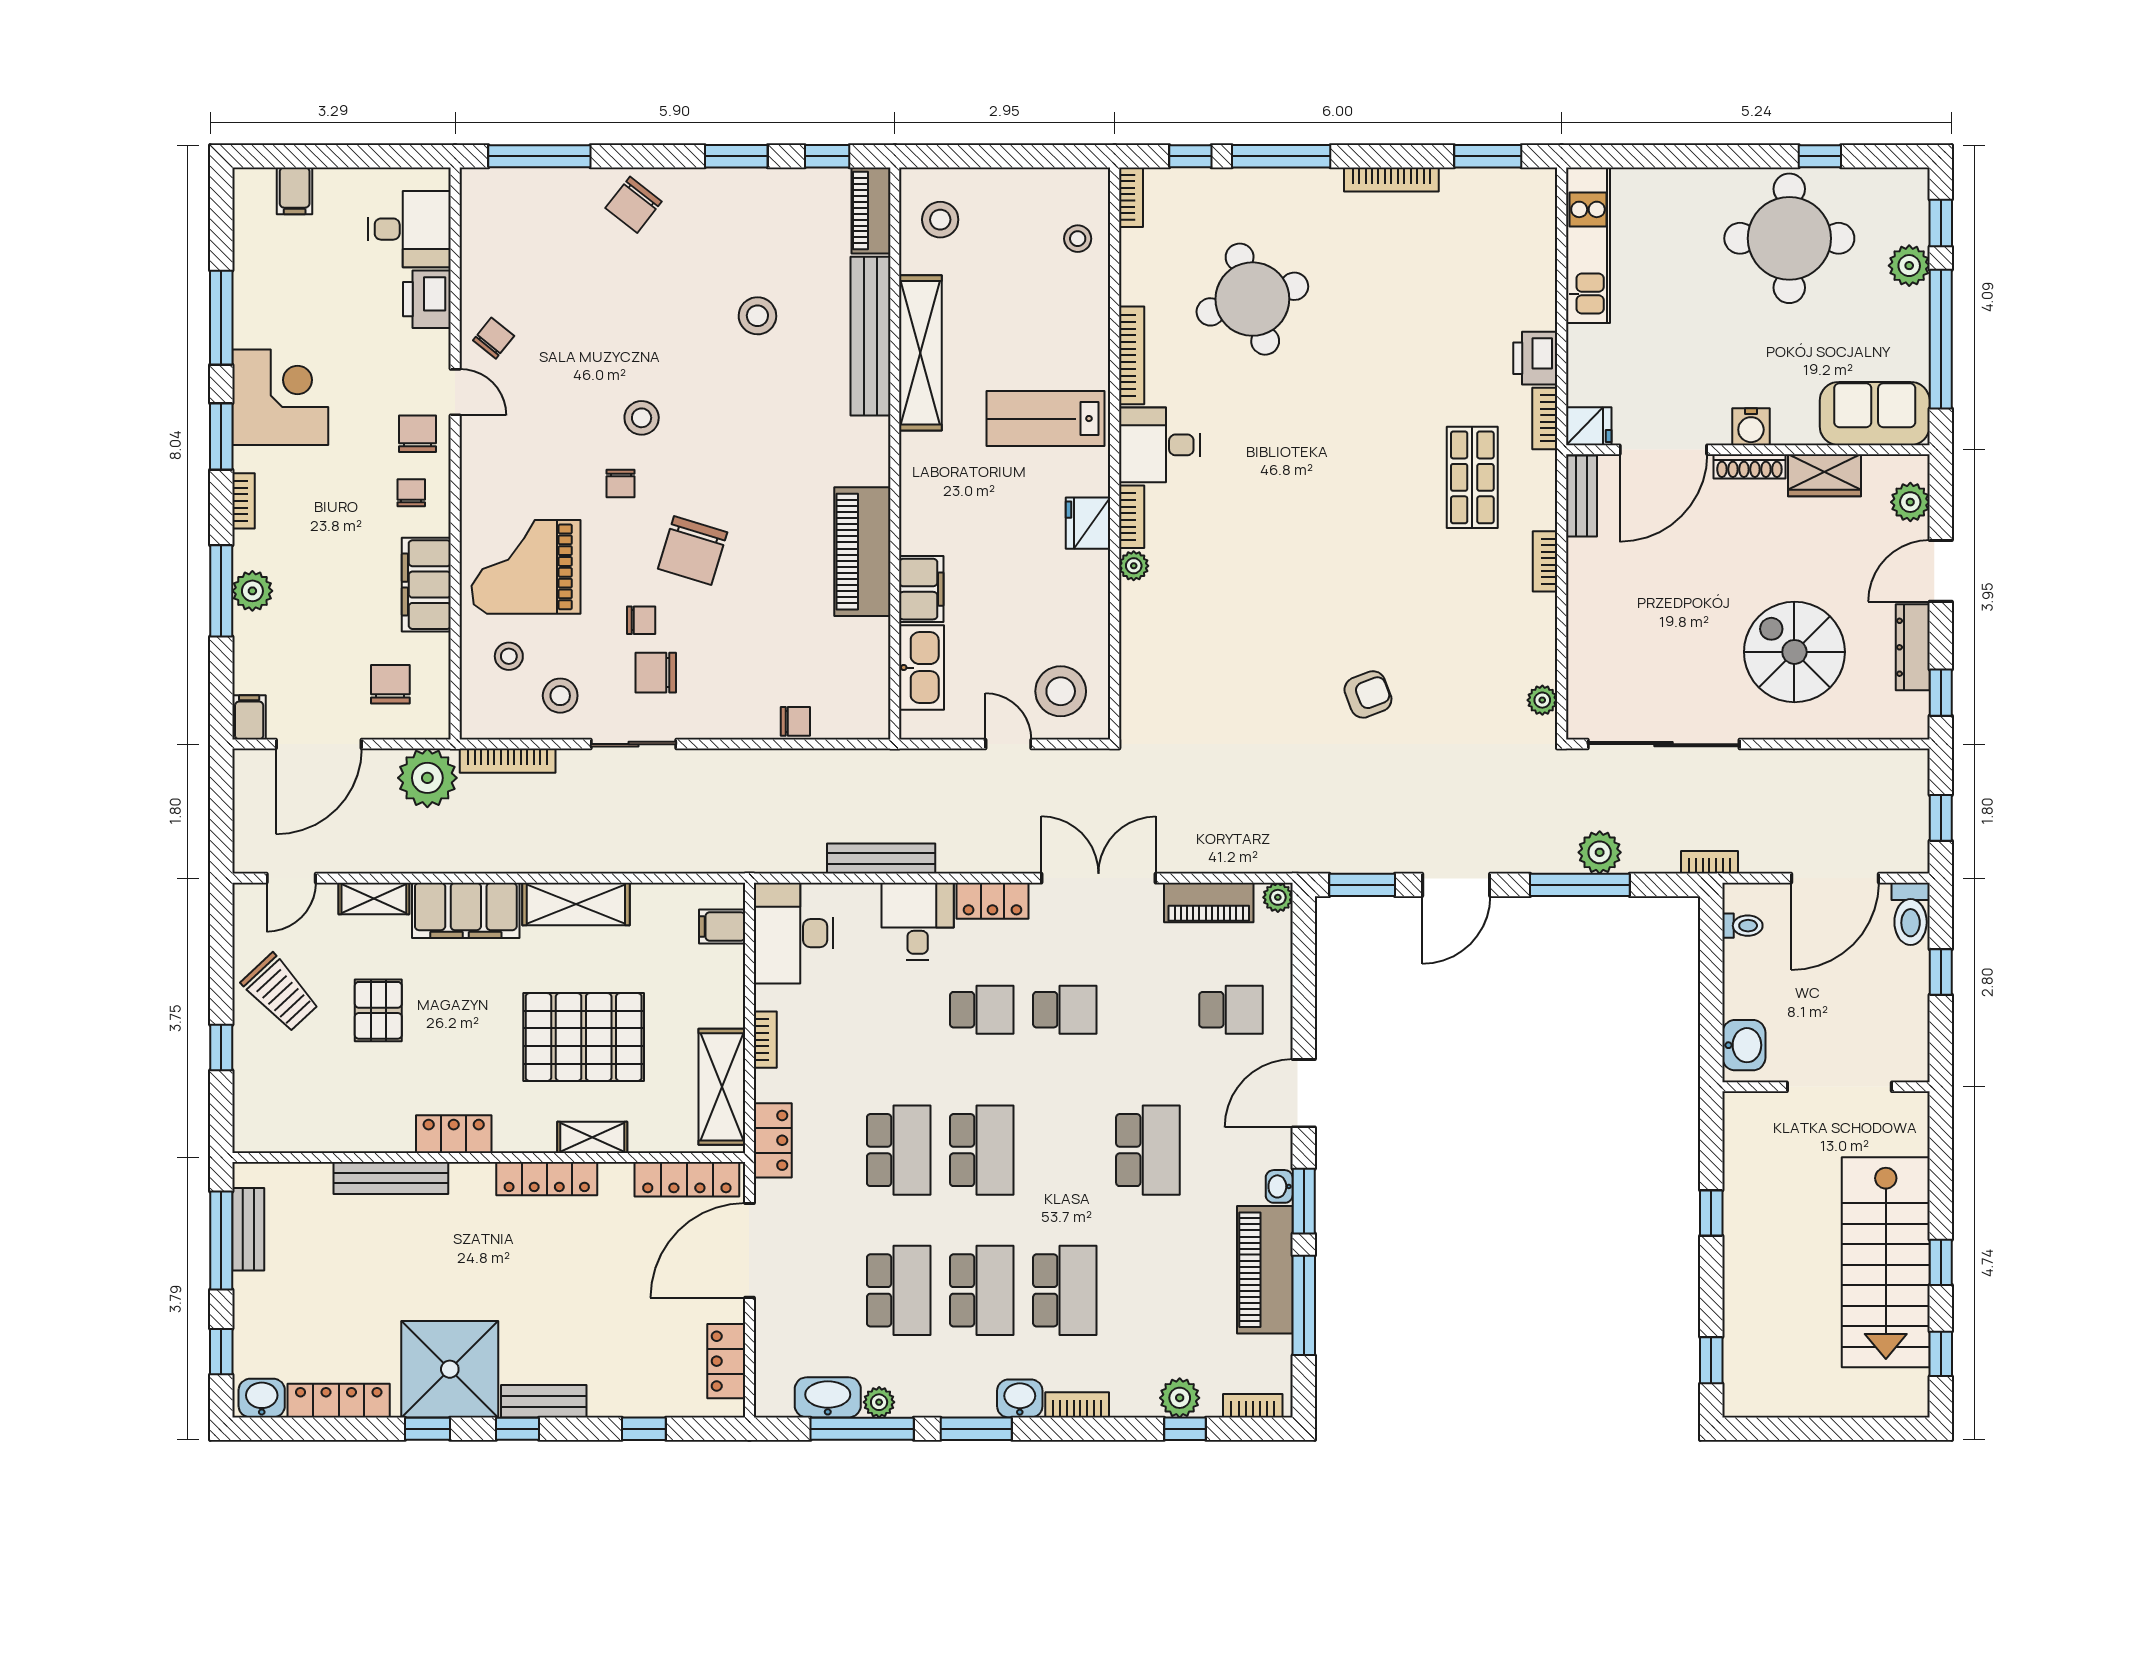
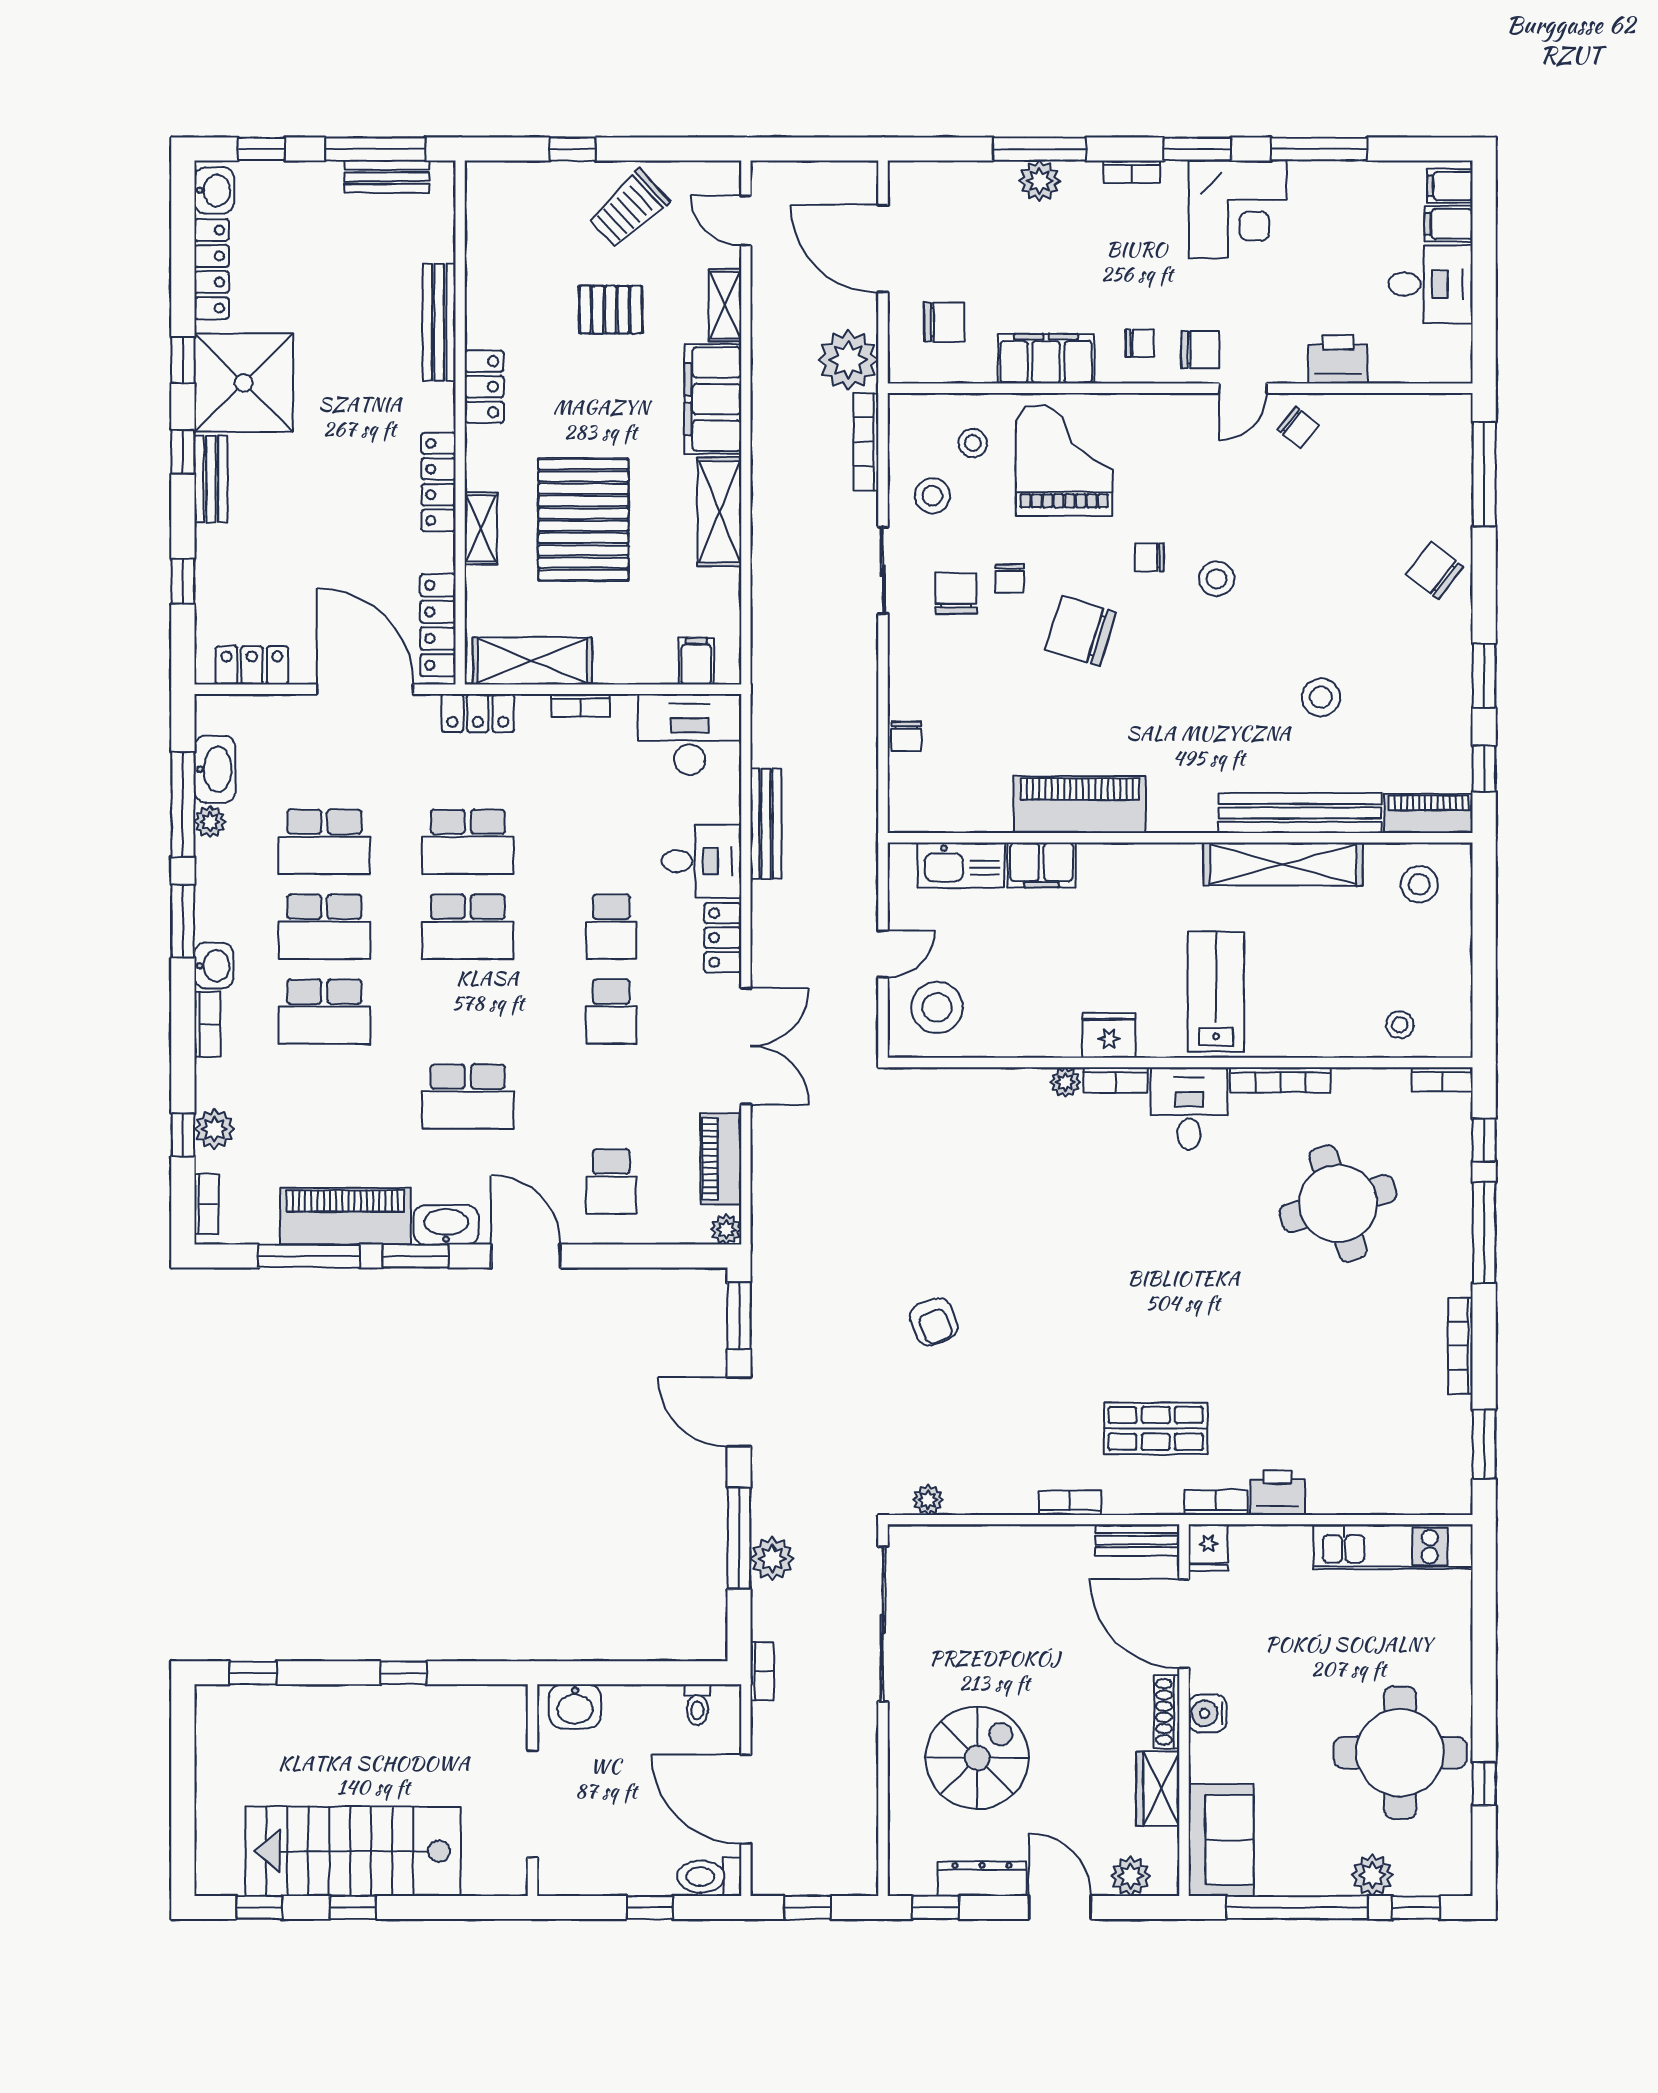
desk: (409, 229) -> (1431, 284), moved, turned -90
filing cabinet: (249, 717) -> (1450, 186), moved, turned 180
washbasin: (1279, 1186) -> (446, 1225), width x1.91, depth x1.45

